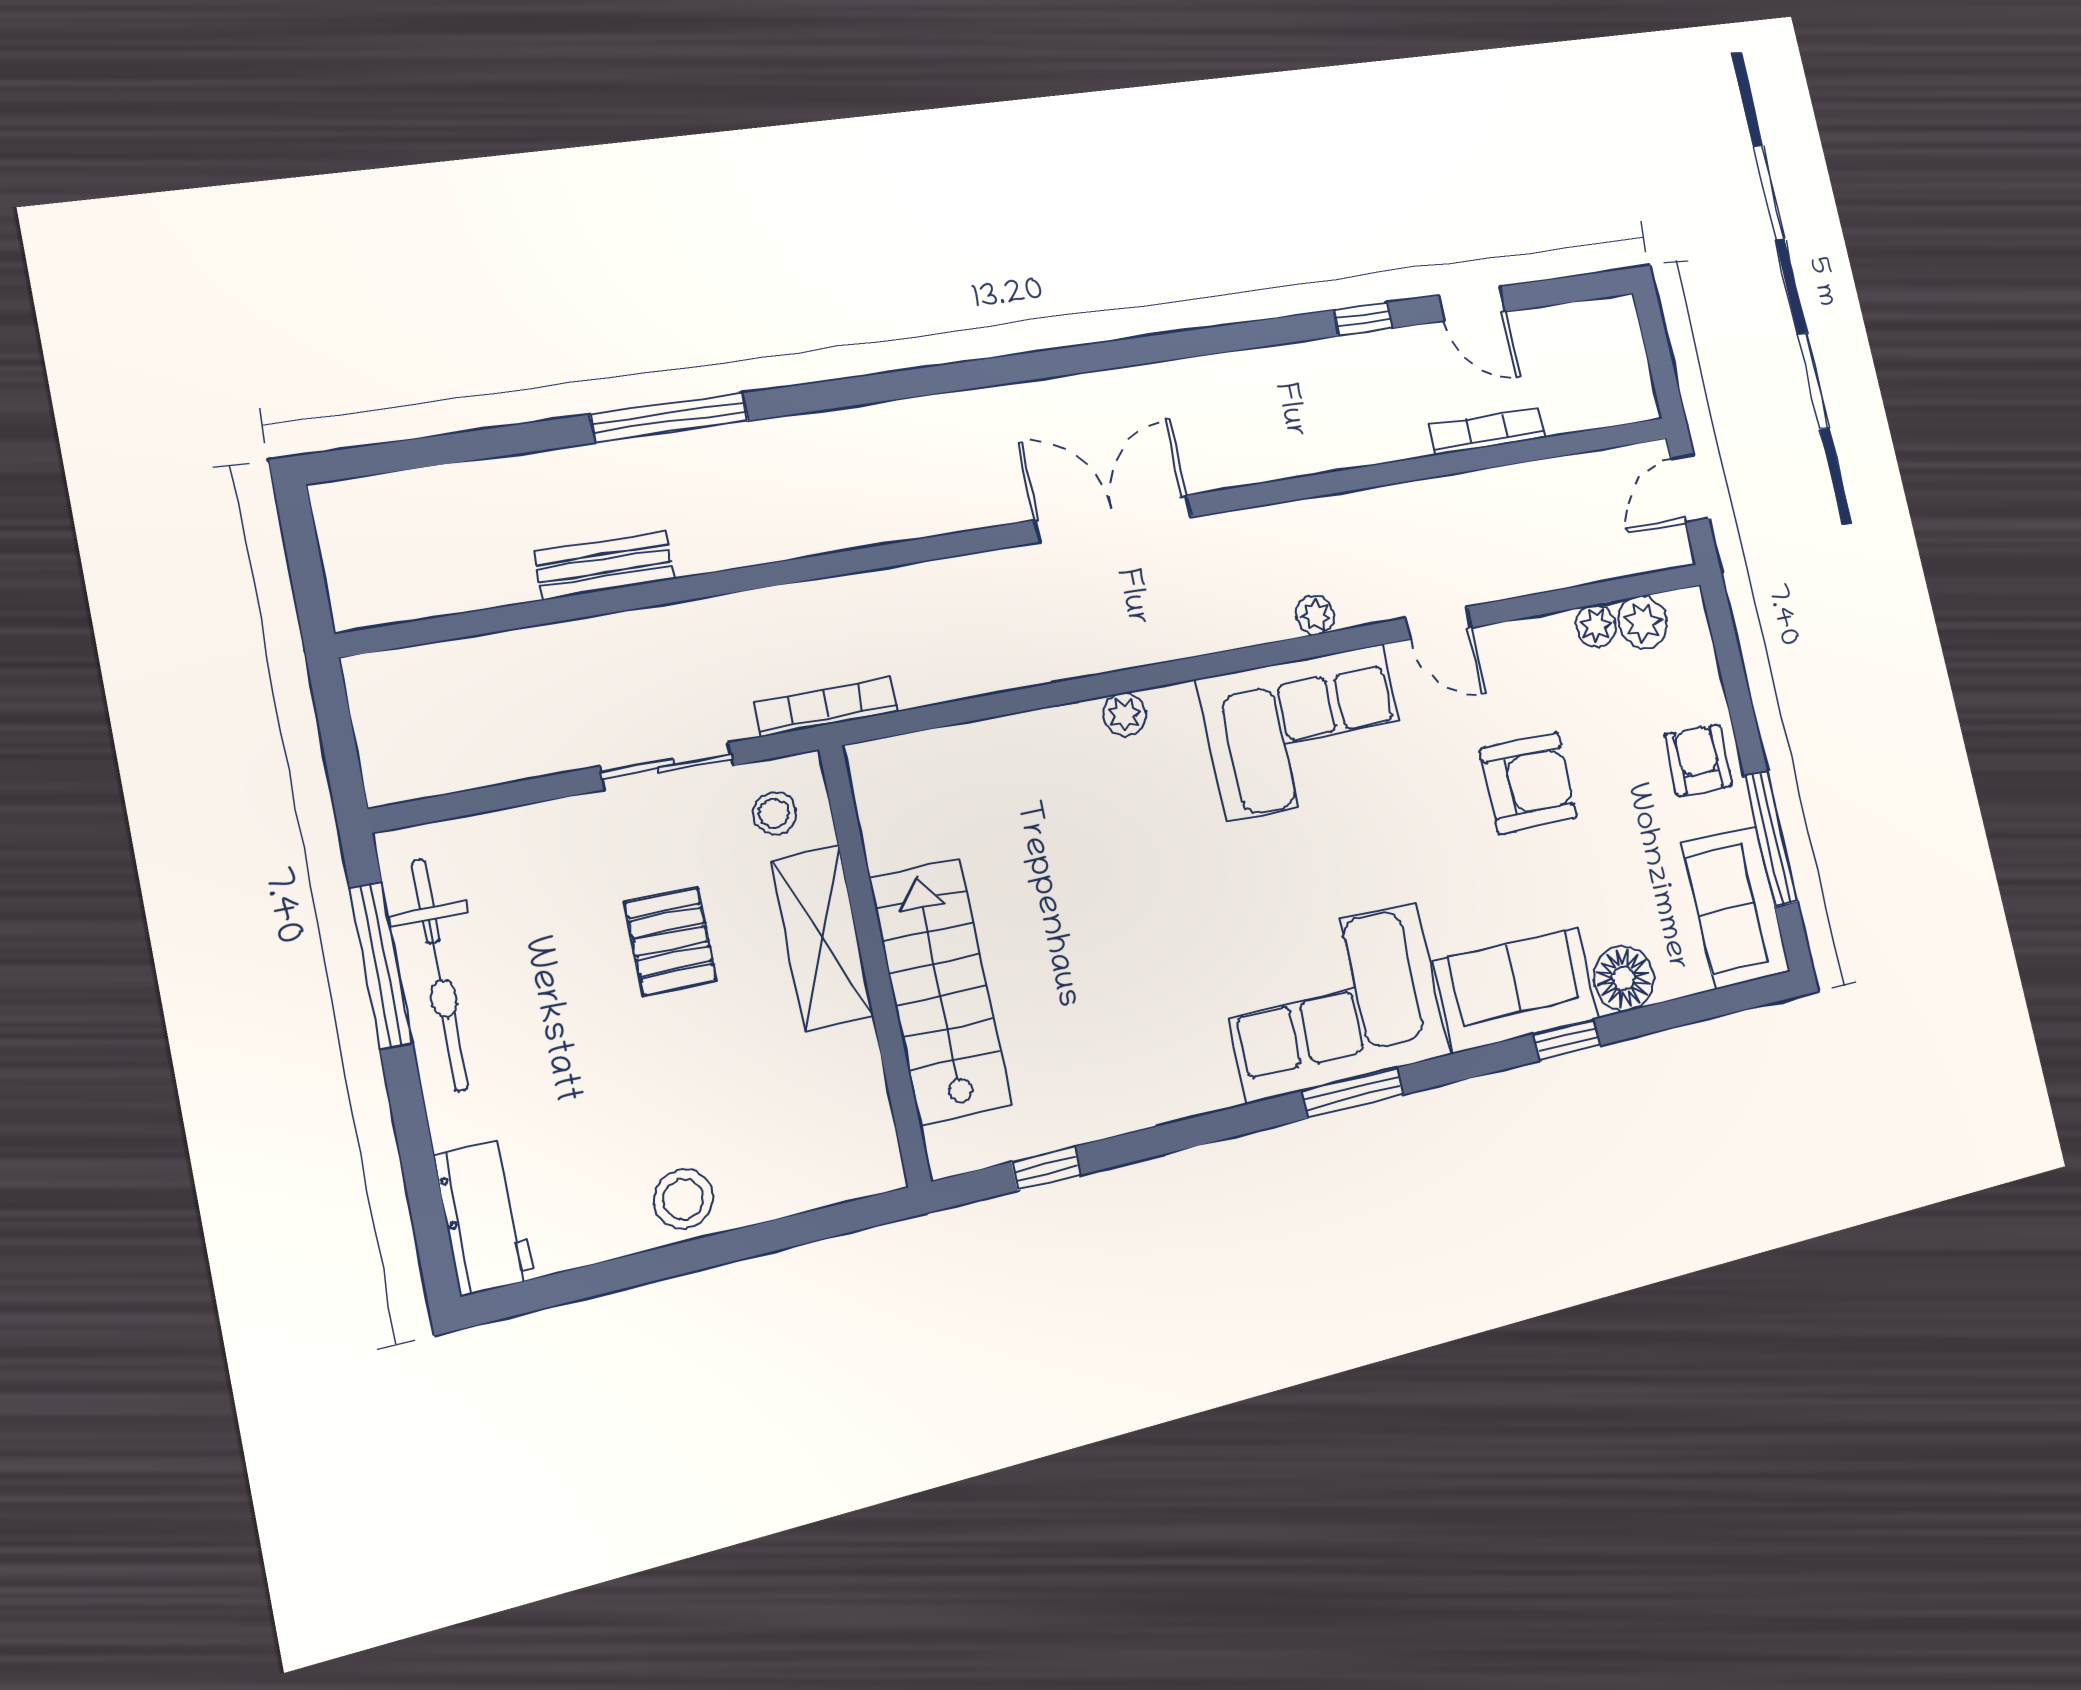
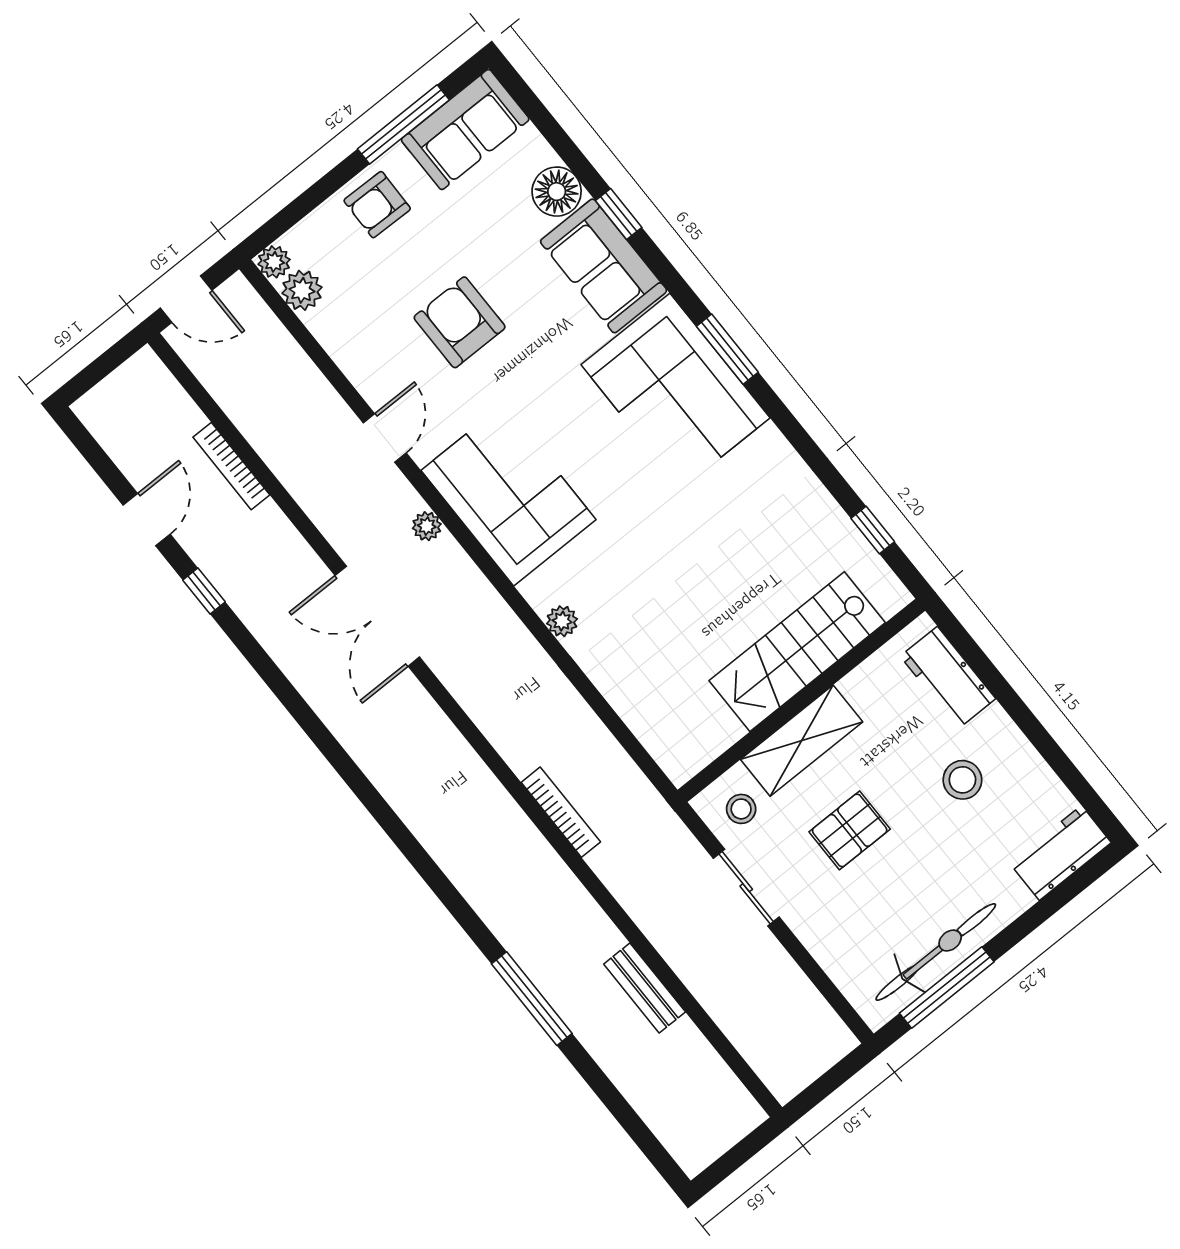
double door: (1113, 519) -> (377, 616), moved
plant: (1596, 626) -> (274, 262), moved
bookcase: (826, 707) -> (561, 812), moved, turned 180
workbench: (806, 1175) -> (948, 678), added
stool: (683, 1199) -> (962, 780), moved

